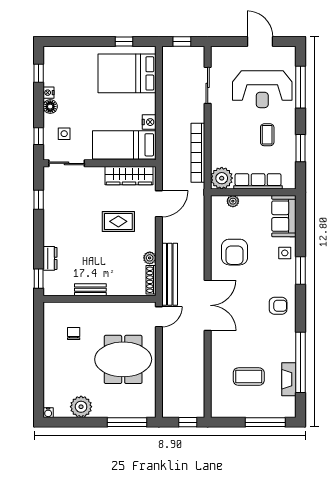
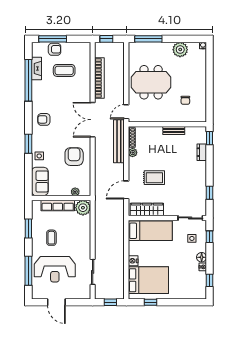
reception desk: (262, 89) -> (55, 269), turned 180
nightstand: (149, 122) -> (133, 261), moved
bookcase: (198, 153) -> (99, 78), moved
armchair: (263, 407) -> (55, 49), added

